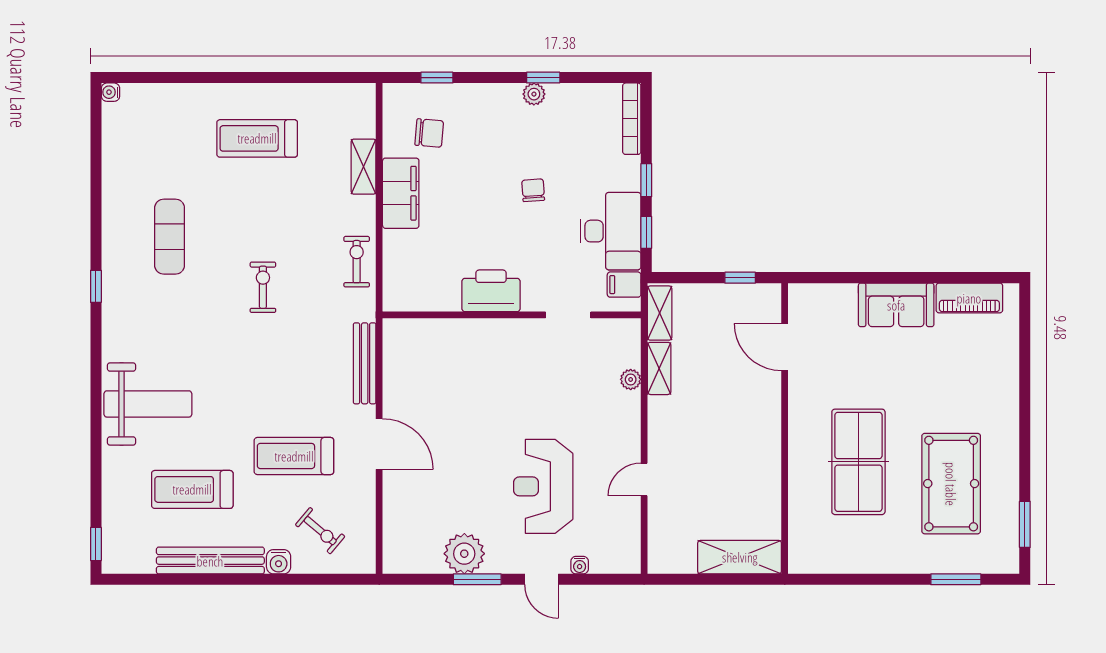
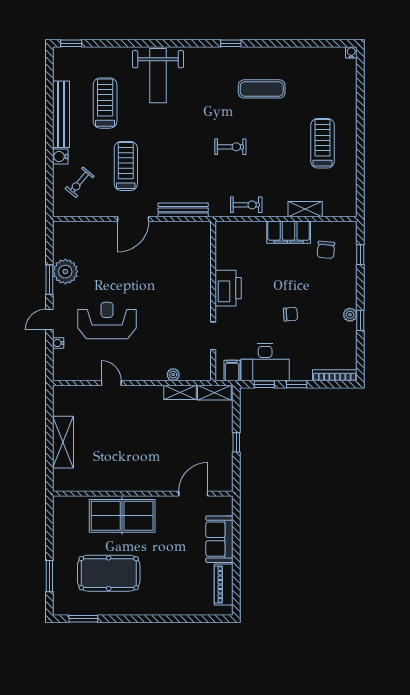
door: (785, 347) -> (193, 494), moved
wall: (785, 428) -> (143, 494), moved

